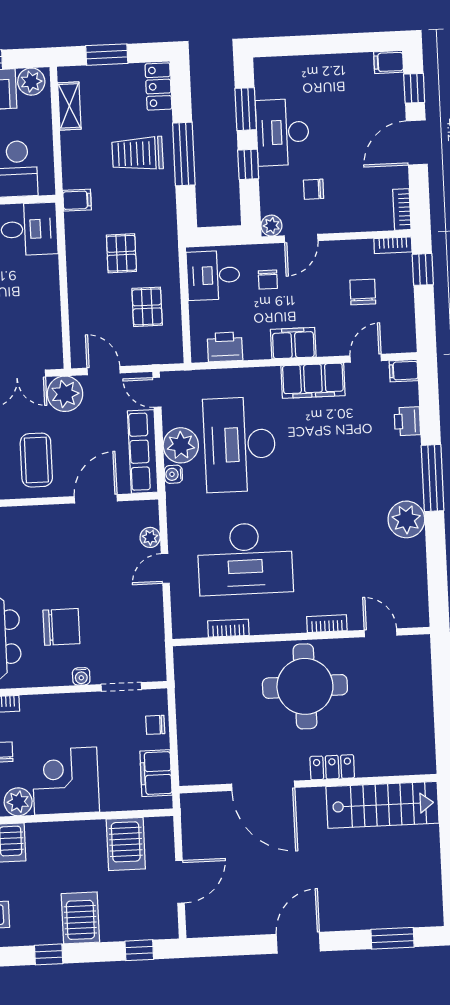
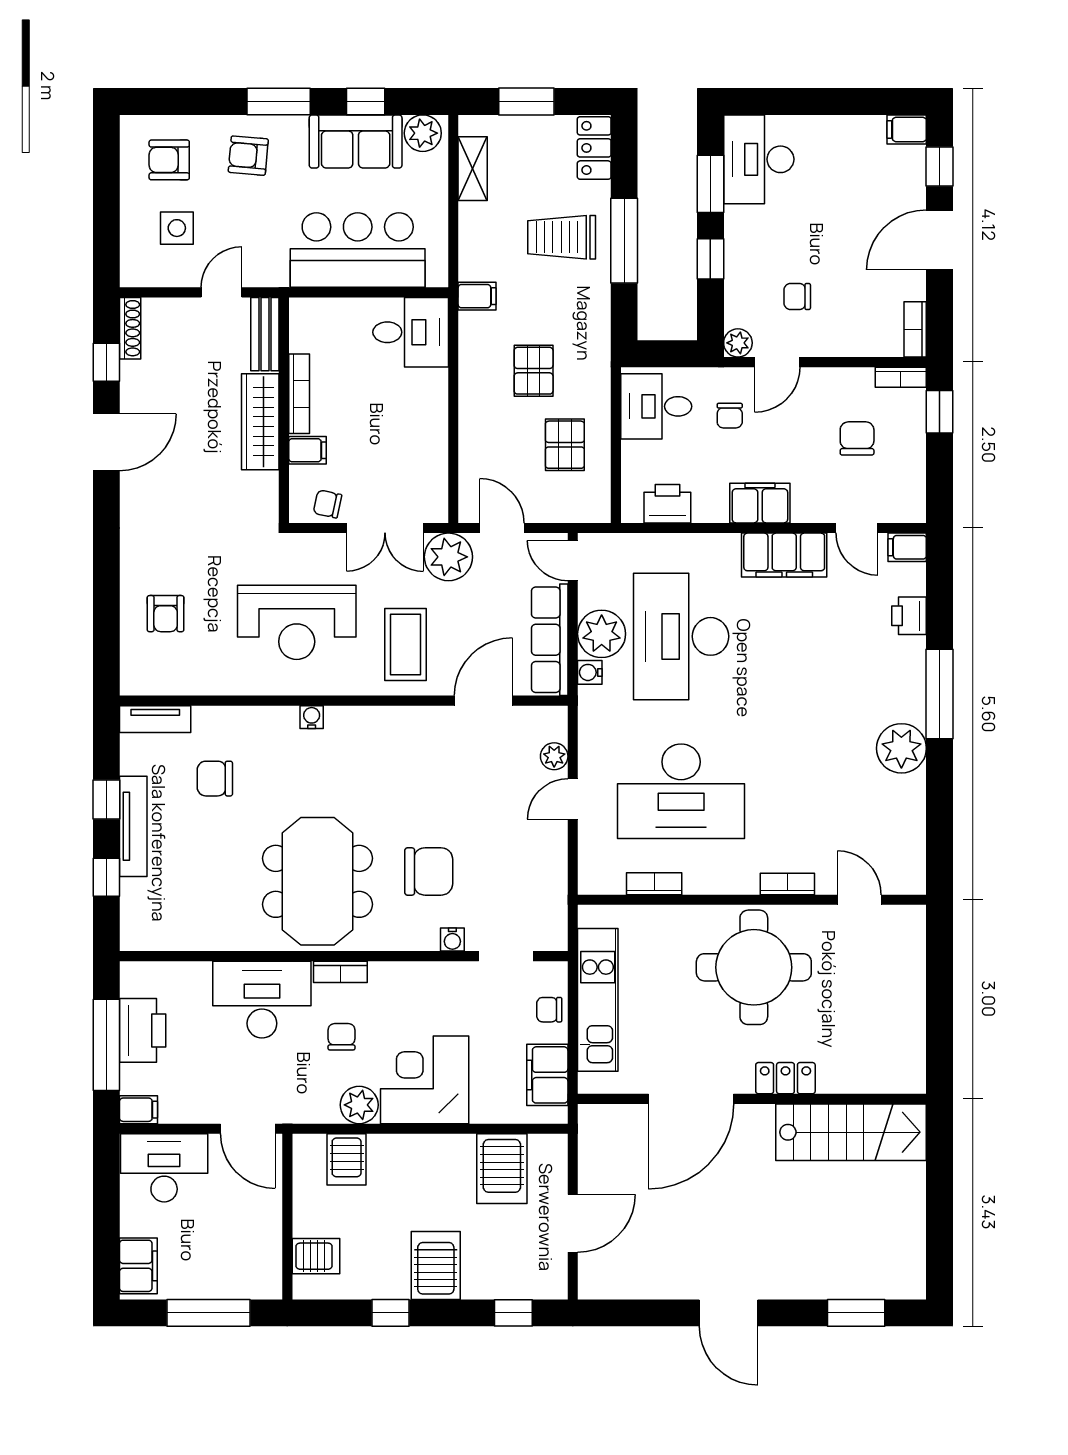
desk: (282, 132) -> (759, 159), moved
door: (366, 358) -> (857, 528), swing flipped
kitchen unit: (191, 716) -> (598, 1000), added
door: (263, 786) -> (691, 1099), hinge flipped
door: (298, 943) -> (728, 1313), swing flipped

